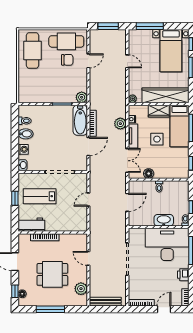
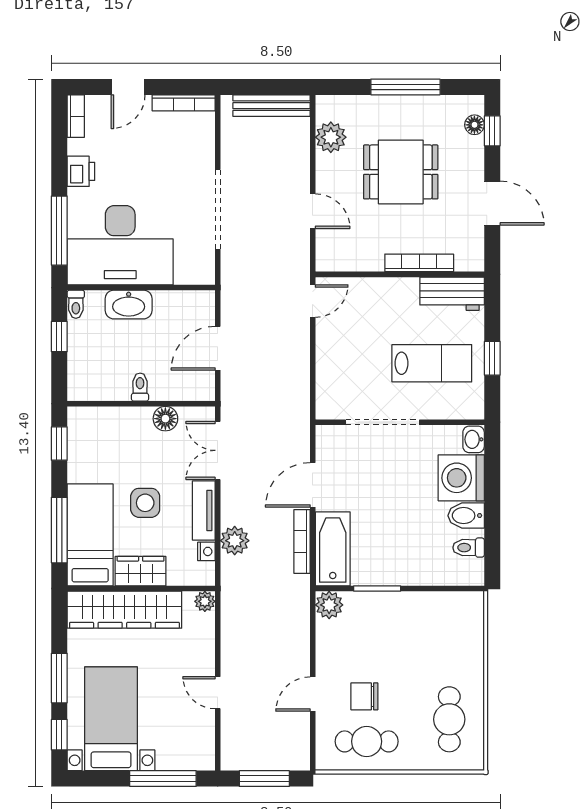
cafe table: (66, 41) -> (367, 741), width x0.73, depth x0.74
cafe table: (32, 50) -> (449, 719), width x0.73, depth x0.74
washing machine: (23, 149) -> (461, 478), width x1.89, depth x1.89
door: (88, 200) -> (313, 301), moved

